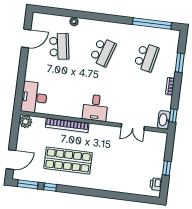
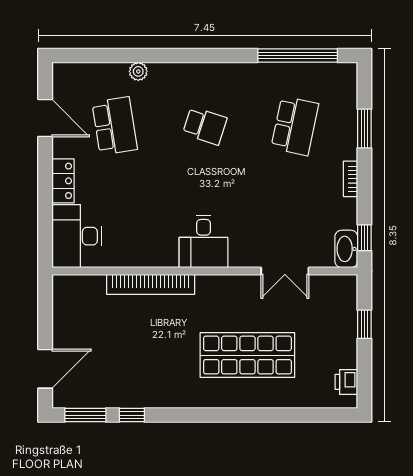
door: (26, 38) -> (45, 118), hinge flipped
school desk: (103, 52) -> (205, 126), width x0.54
locker: (31, 70) -> (63, 181), added
plant: (25, 122) -> (65, 287), removed
shop shelf: (68, 160) -> (247, 355), moved
window: (167, 168) -> (364, 324), moved

